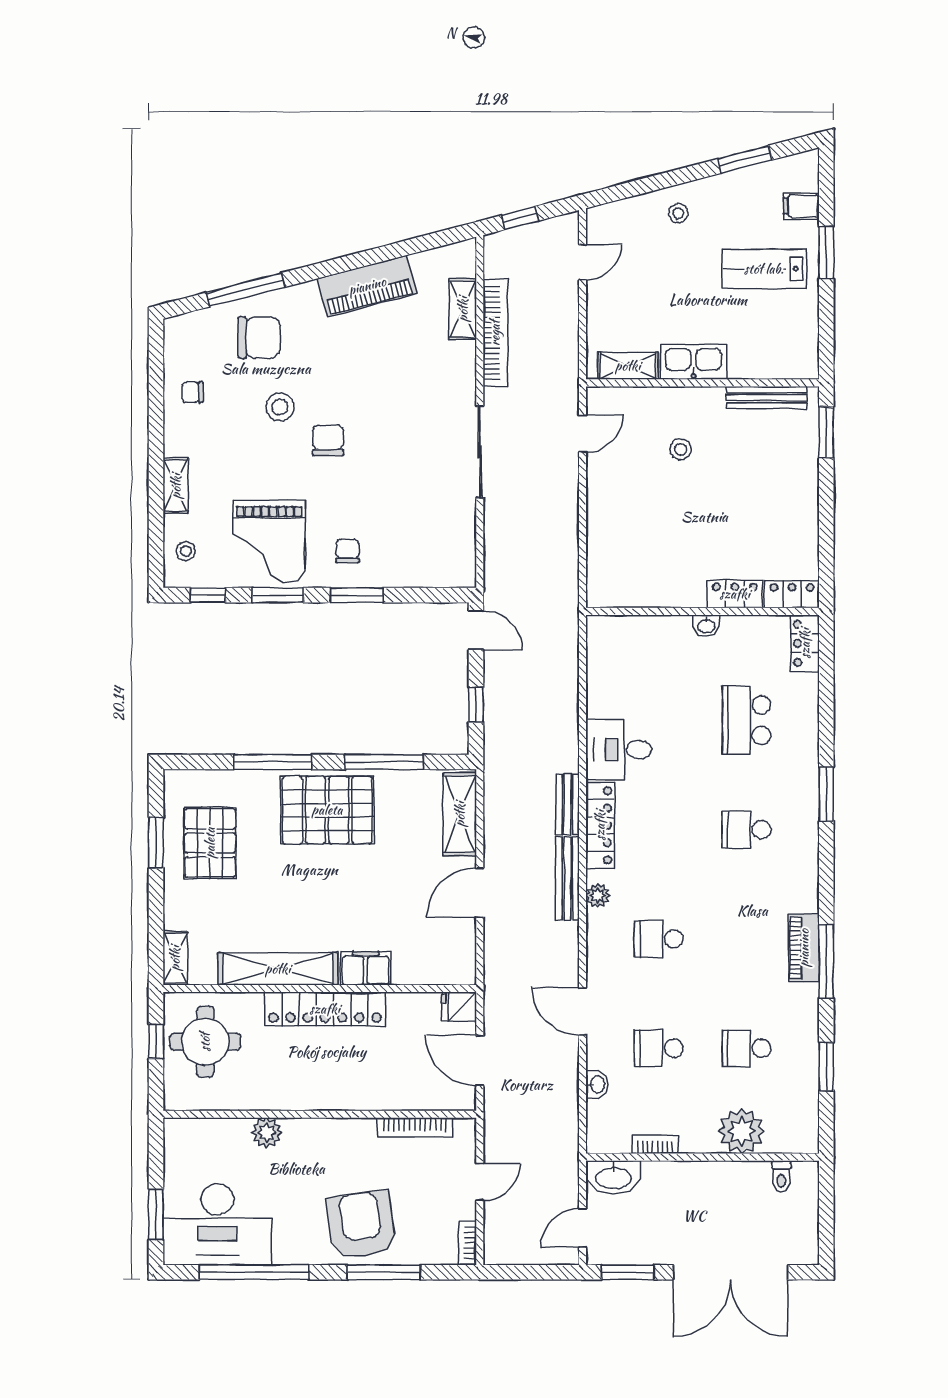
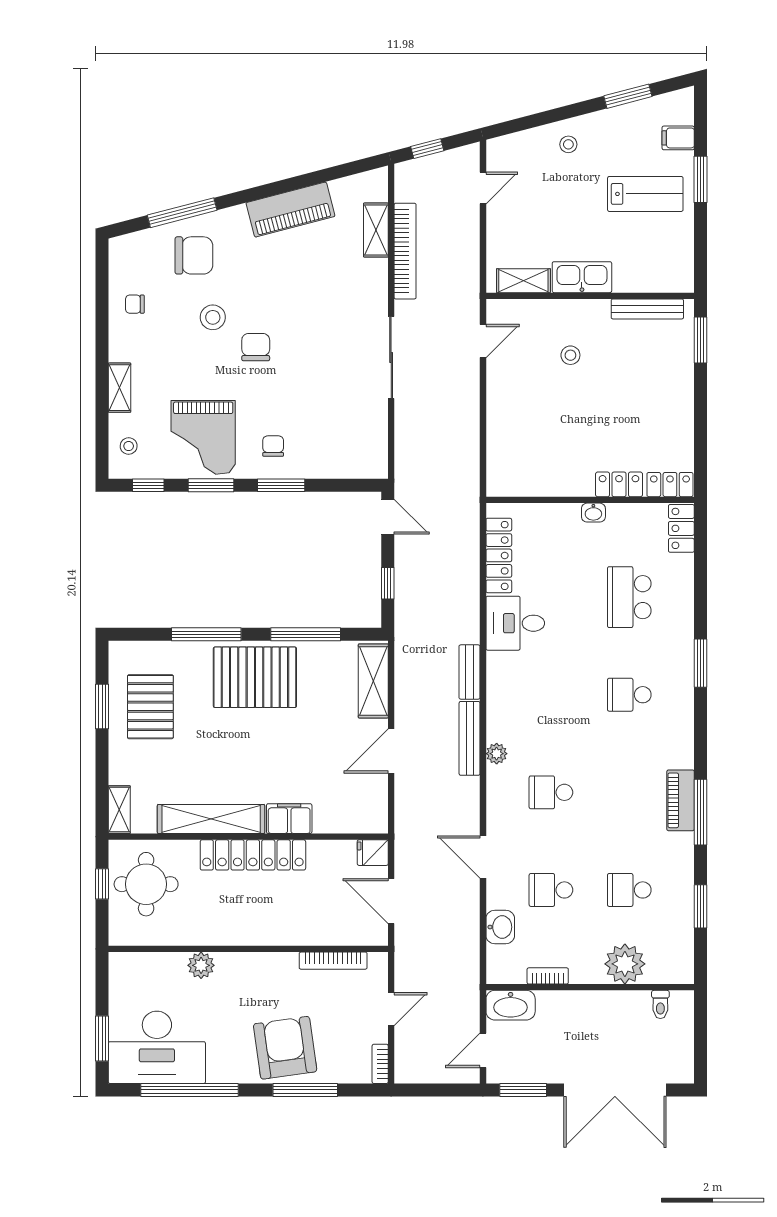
lab bench: (764, 269) -> (645, 194), turned 180
locker: (600, 825) -> (499, 555), moved
washbasin: (597, 1085) -> (500, 927), width x1.38, depth x1.45

